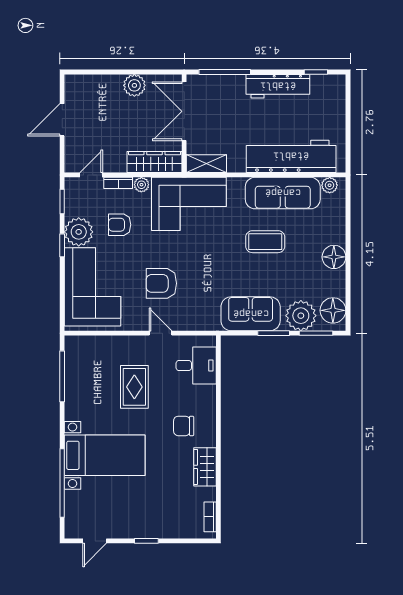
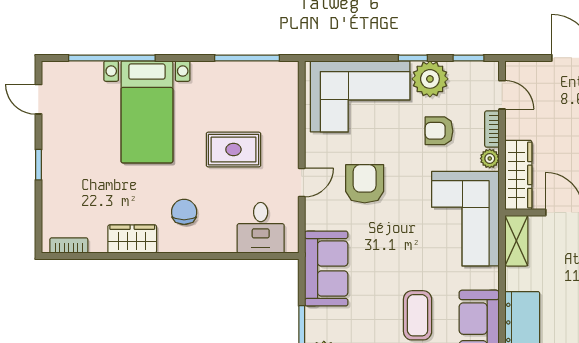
armchair: (120, 225) -> (439, 131), turned -90
sofa: (251, 314) -> (326, 269), moved

